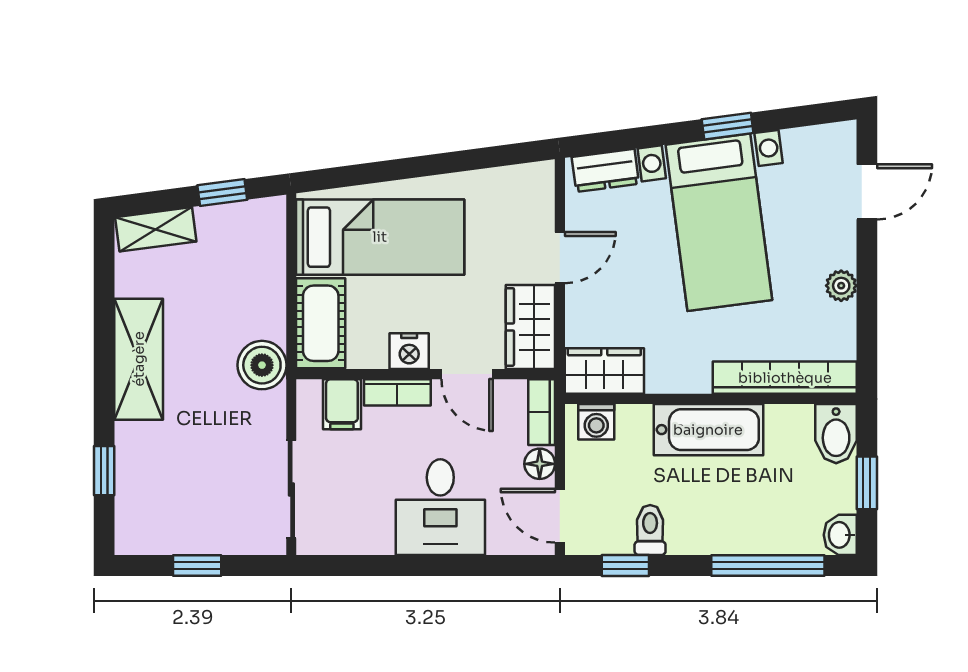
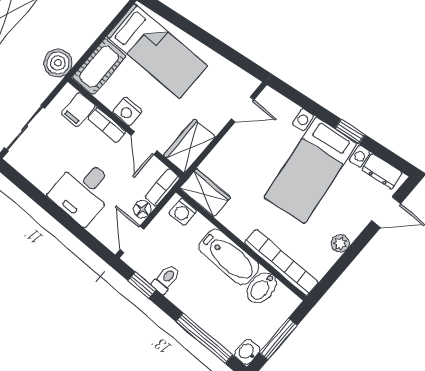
dresser: (605, 170) -> (382, 171), moved
door: (560, 258) -> (243, 109), moved
bidet: (836, 434) -> (262, 288), moved
window: (867, 483) -> (278, 339), width x1.50

